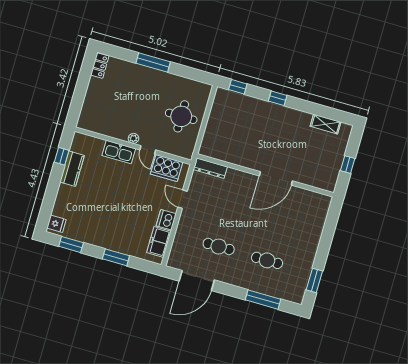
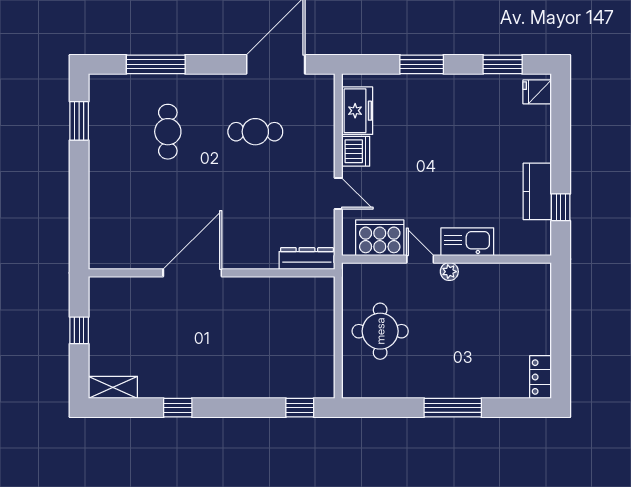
window: (278, 98) -> (178, 408), moved
shelving: (326, 124) -> (113, 387), moved
cafe table: (267, 260) -> (168, 132), turned 90

